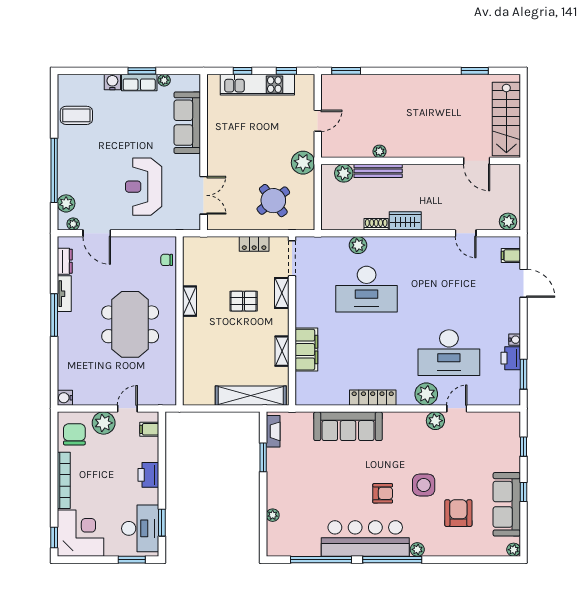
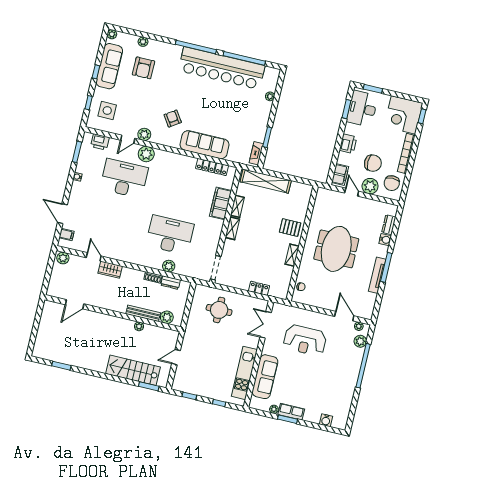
water cooler: (112, 82) -> (326, 420), moved
kitchen unit: (257, 85) -> (244, 373), moved, turned -90
coffee table: (76, 115) -> (339, 399), removed
stairs: (506, 119) -> (133, 370), moved, turned -90
door: (477, 161) -> (75, 304), swing flipped
plant: (303, 163) -> (193, 331), removed
reception desk: (144, 187) -> (305, 340), turned 90
round table: (273, 201) -> (219, 310), turned 38
wardrobe: (405, 221) -> (110, 270), moved
dresser: (350, 223) -> (171, 283), added
locker: (254, 244) -> (259, 288), moved
dresser: (65, 261) -> (389, 225), moved
shelving: (282, 293) -> (232, 228), moved
tv unit: (64, 294) -> (377, 275), width x1.41
pallet: (244, 301) -> (290, 228), moved
printer: (511, 358) -> (100, 142), moved, turned 90
water cooler: (65, 398) -> (385, 240), moved
locker: (373, 398) -> (212, 167), moved
door: (127, 408) -> (352, 192), swing flipped
filing cabinet: (149, 429) -> (340, 175), width x2.00
chair: (107, 456) -> (373, 163), added
side table: (424, 485) -> (107, 110), moved
armchair: (383, 493) -> (173, 119), moved, turned 56
bar counter: (365, 538) -> (222, 68), width x1.36
plant: (417, 549) -> (143, 42), moved

